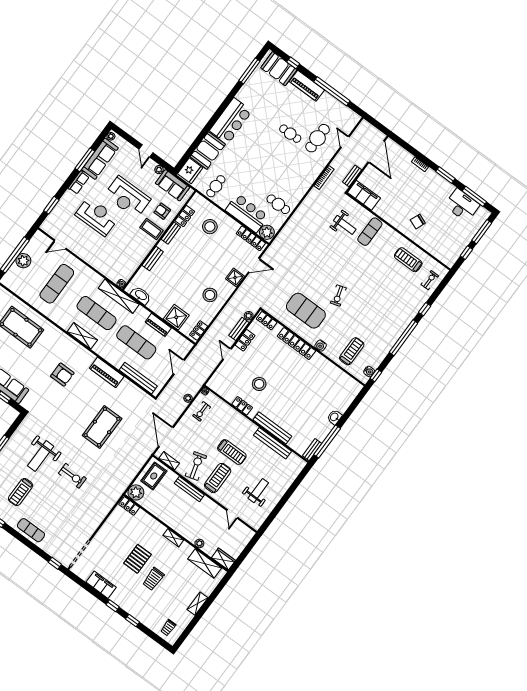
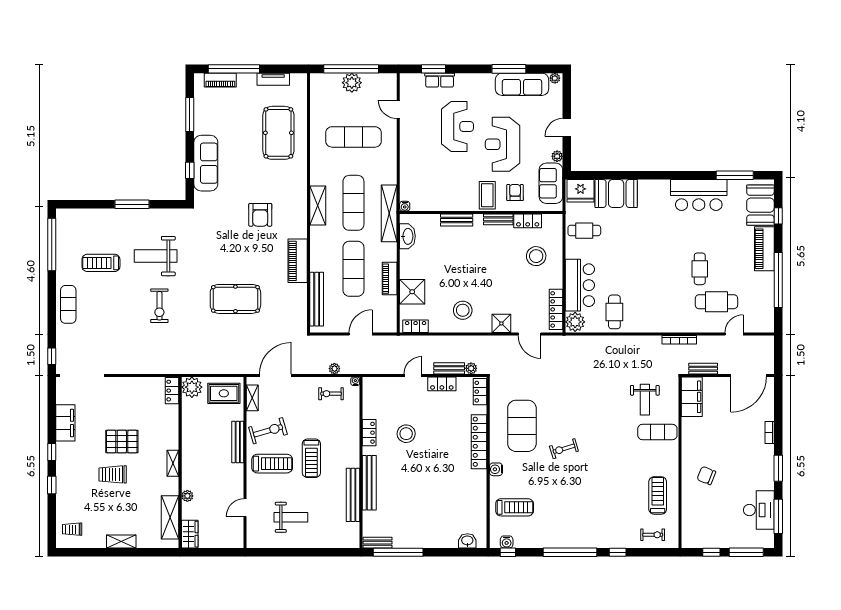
bar counter: (231, 121) -> (699, 195), moved
row of seats: (79, 182) -> (440, 80), moved
washbasin: (334, 417) -> (467, 541), moved

